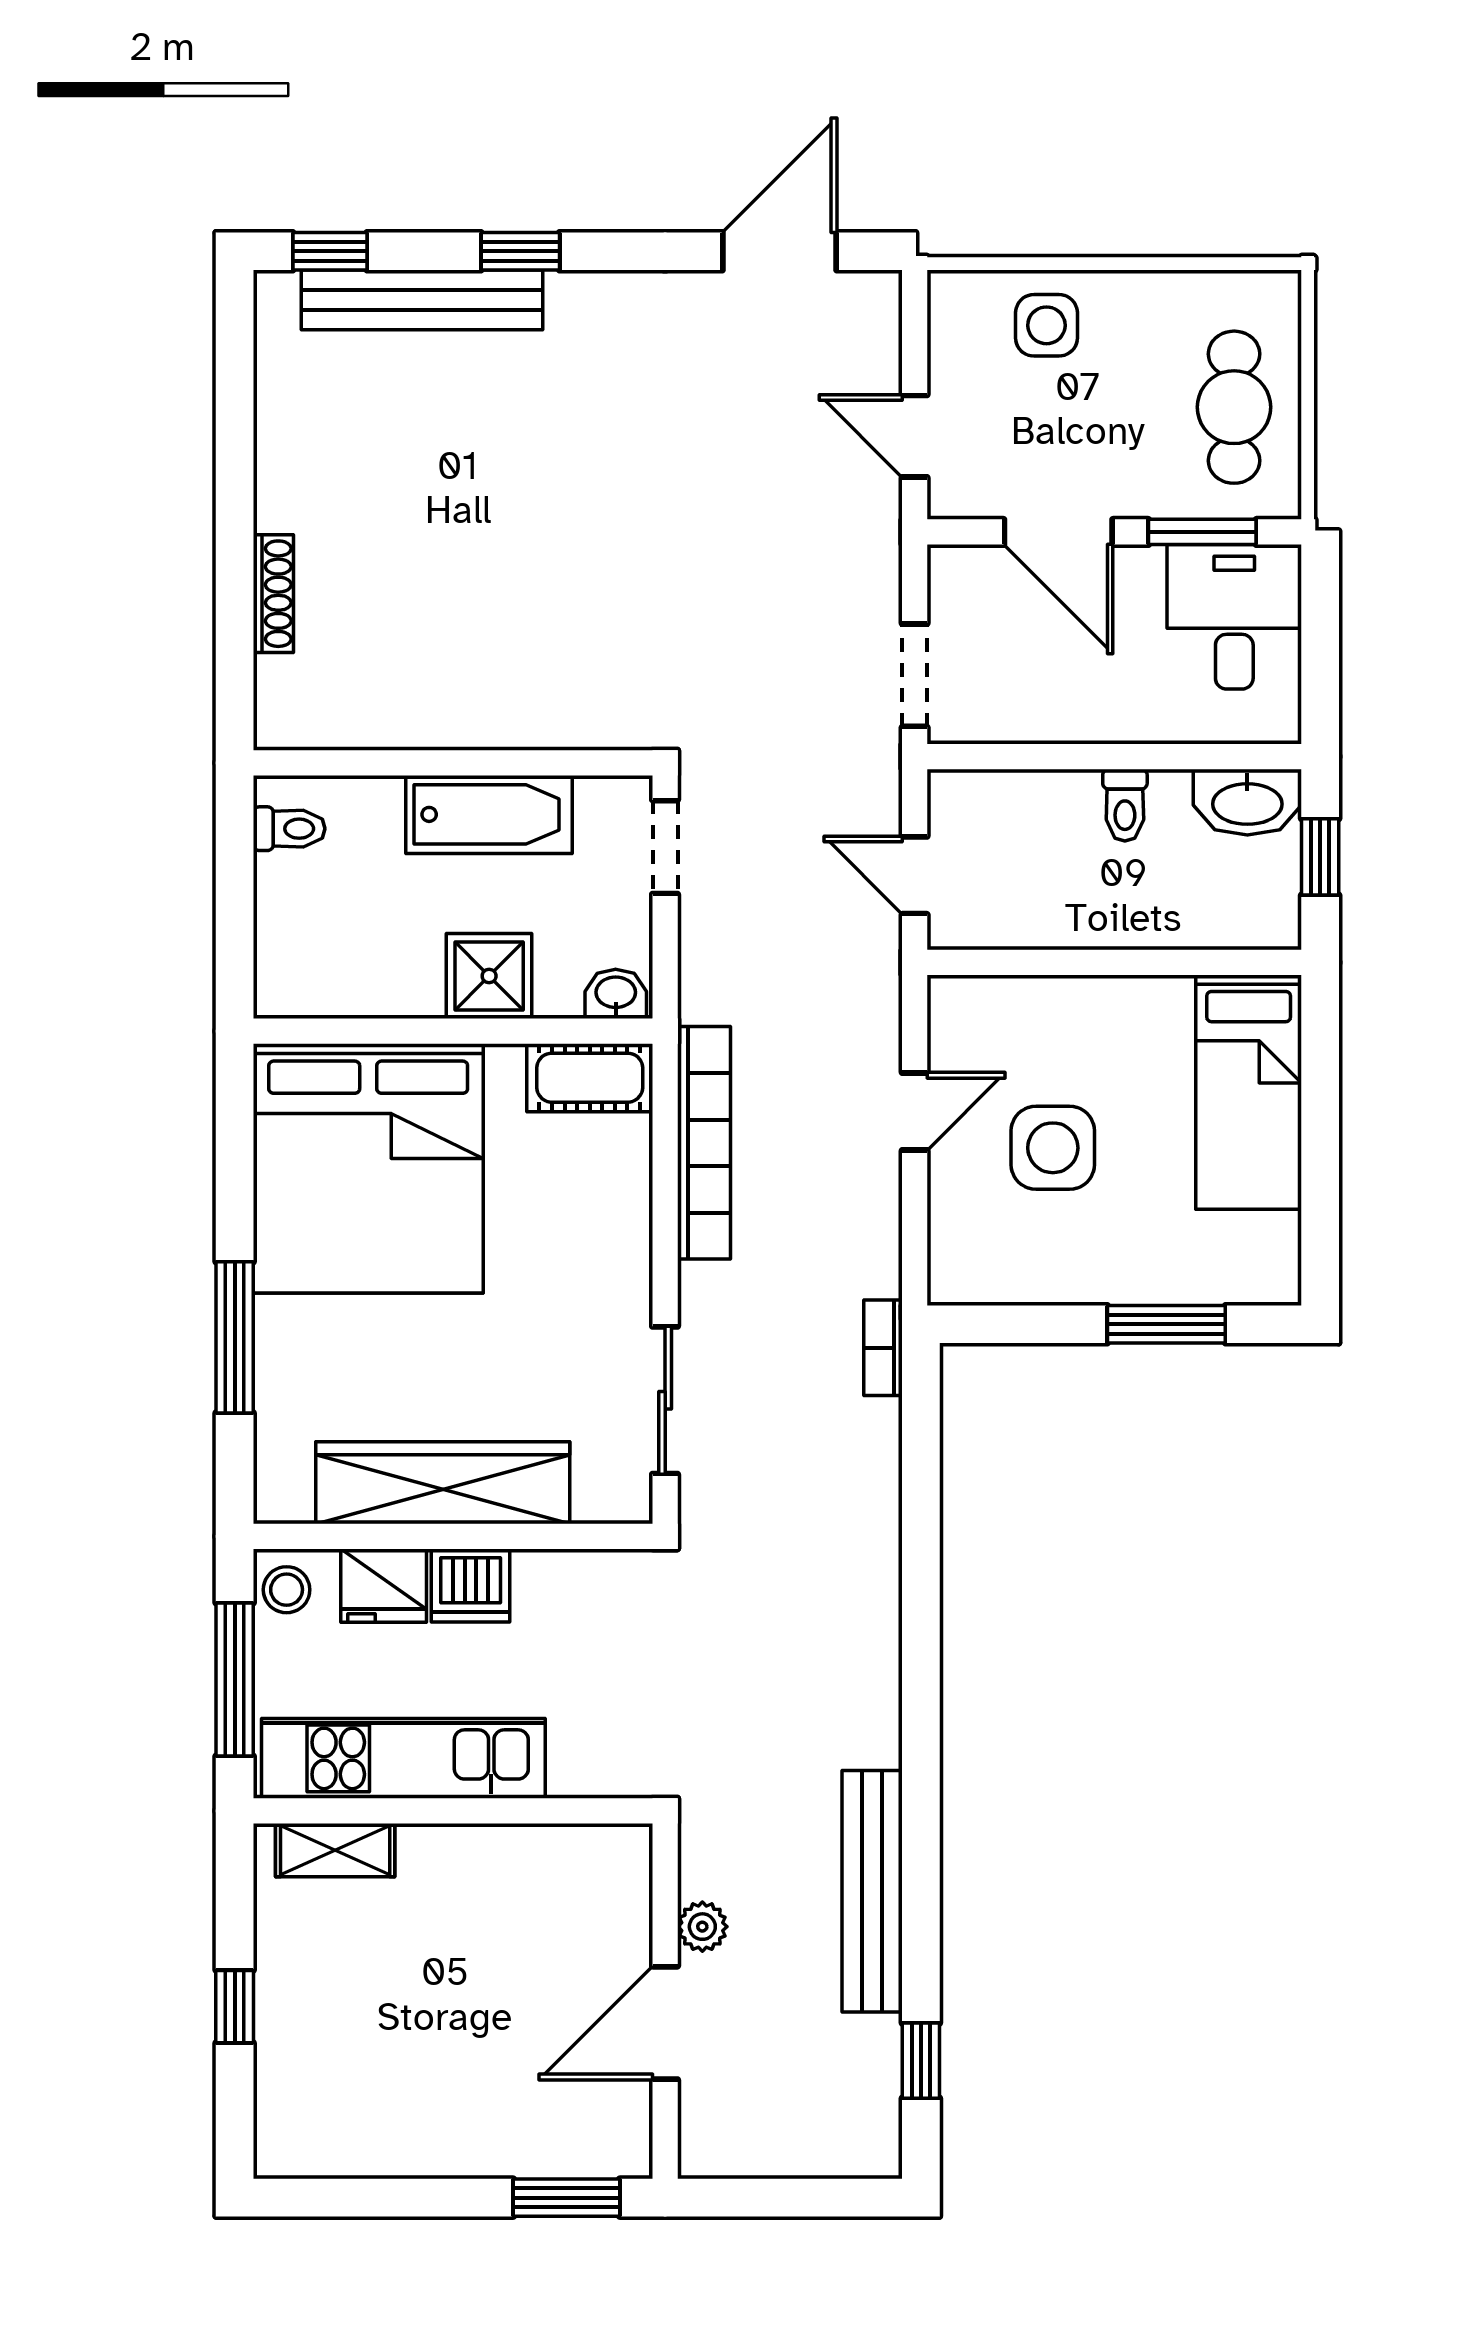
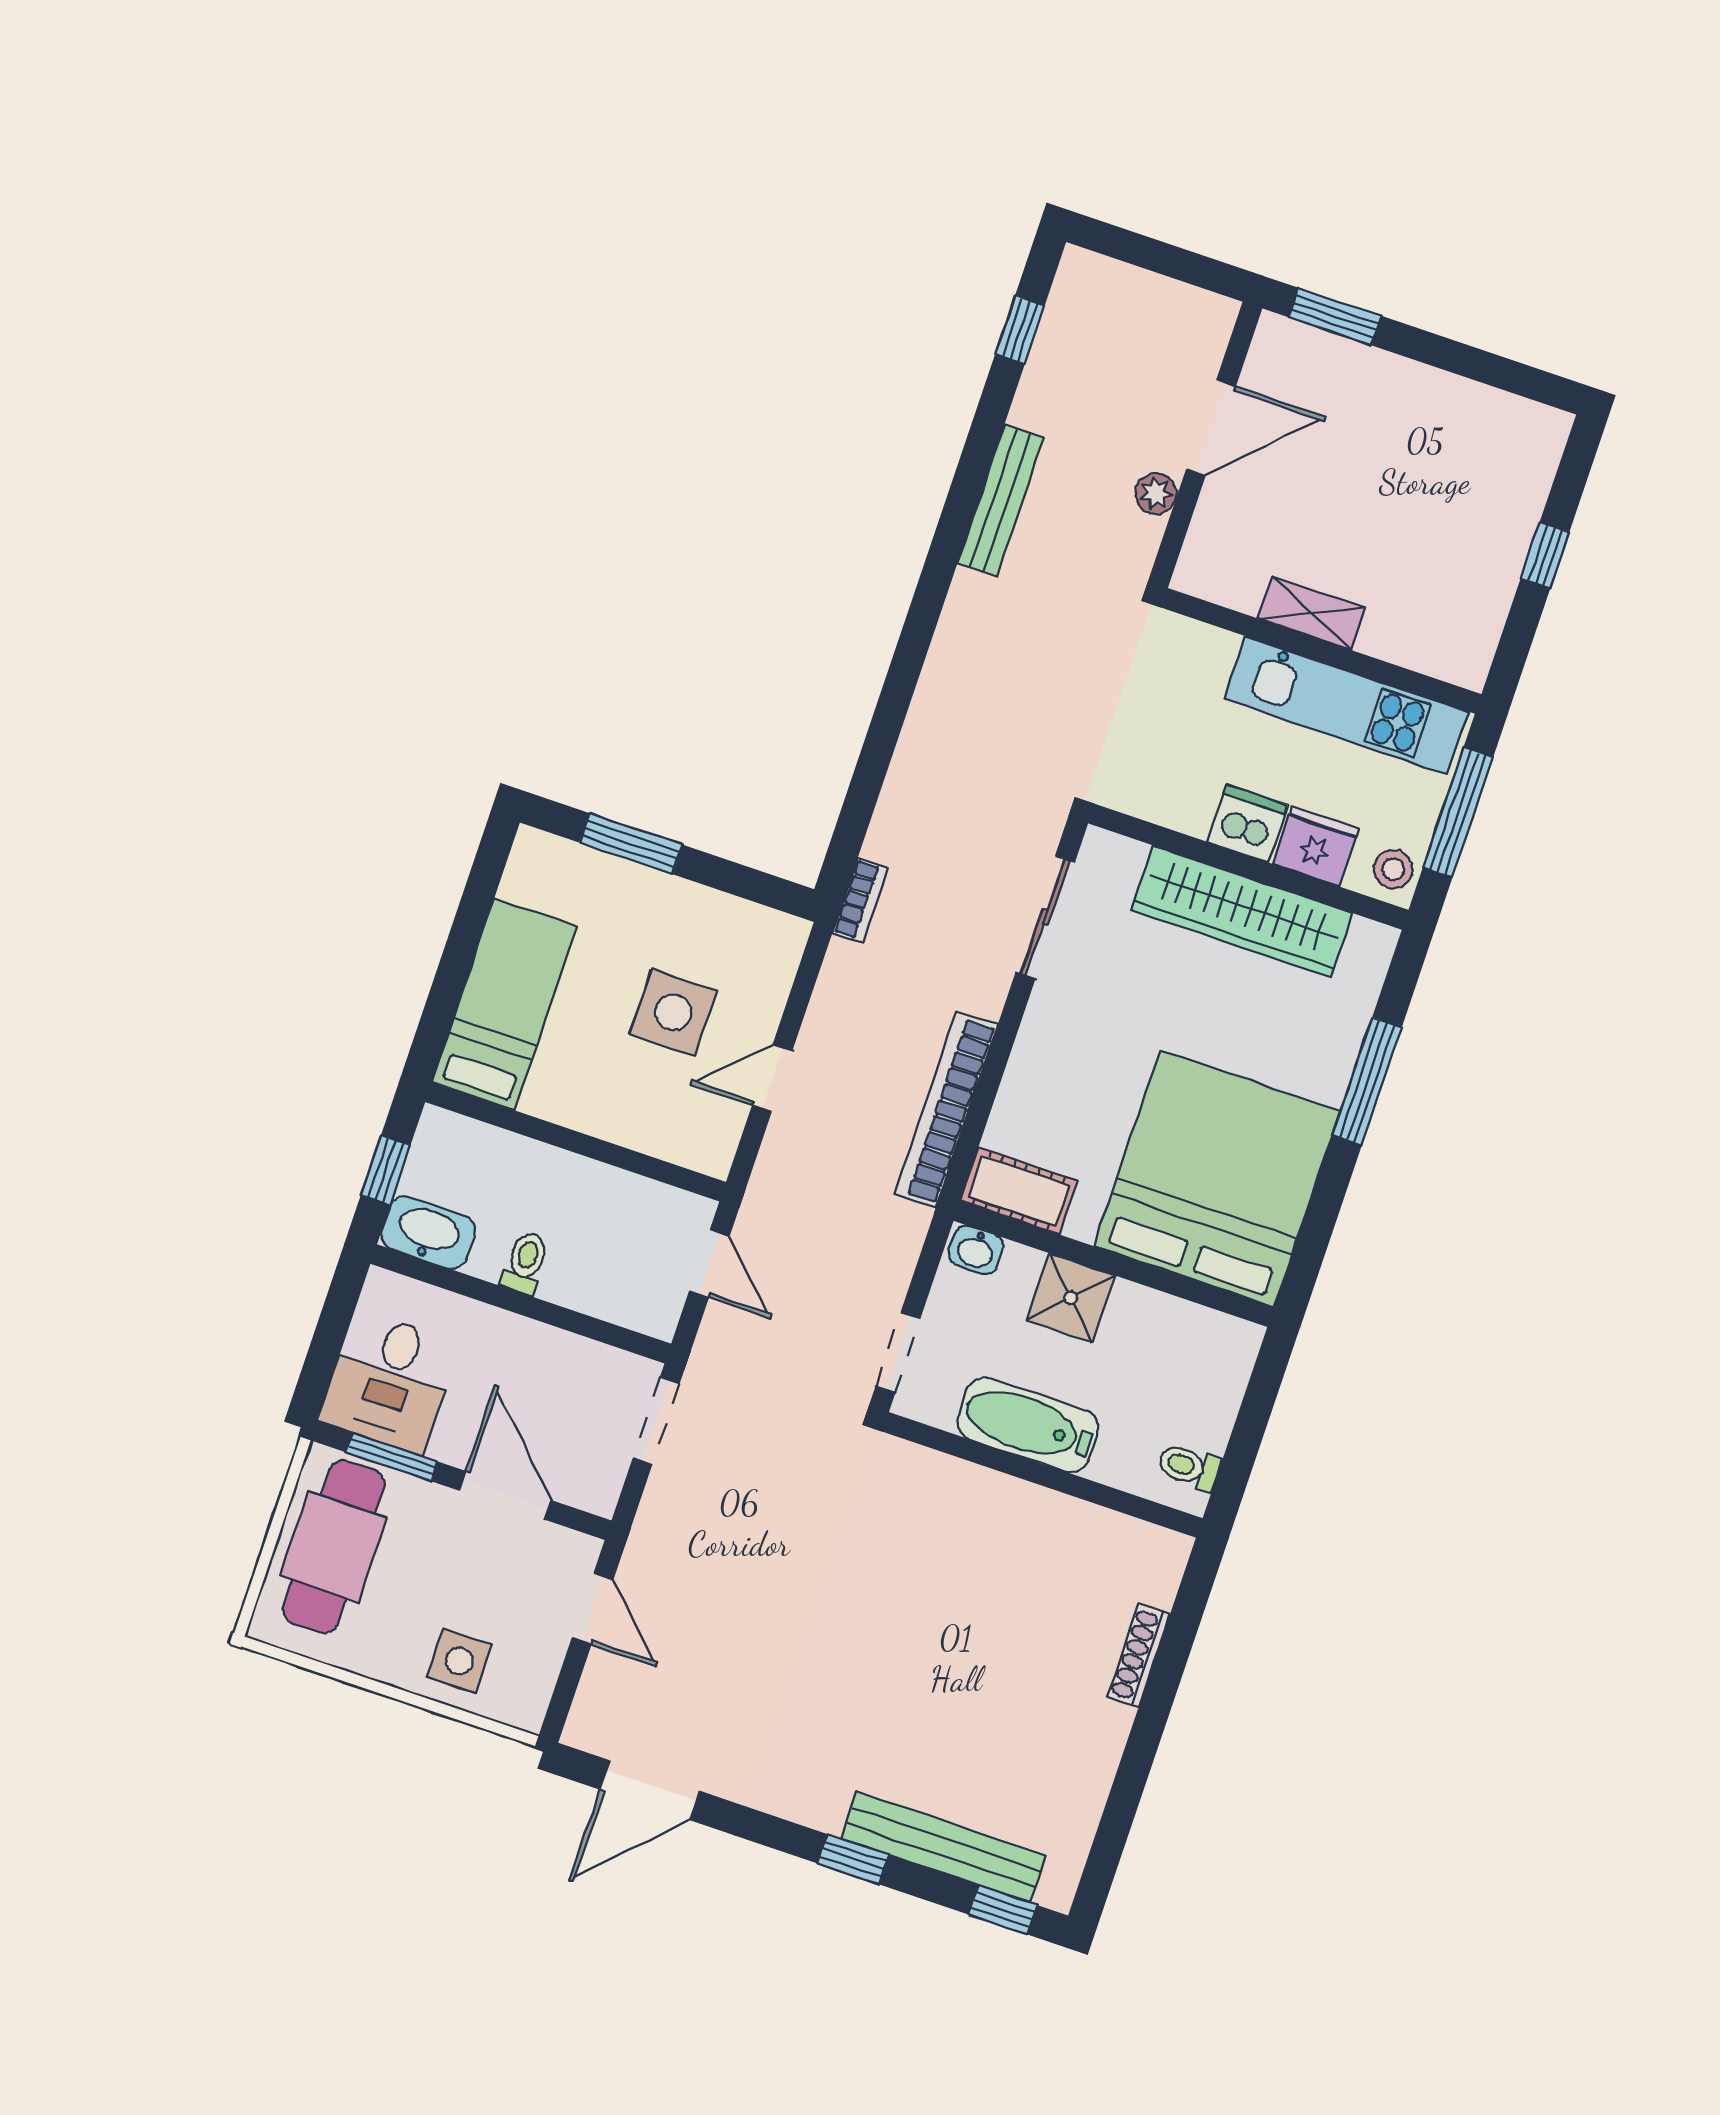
cafe table: (1234, 407) -> (334, 1547), width x1.37, depth x1.35
shelving: (335, 1850) -> (1312, 613), moved
bench: (872, 1891) -> (1000, 500), width x0.73, depth x0.82

